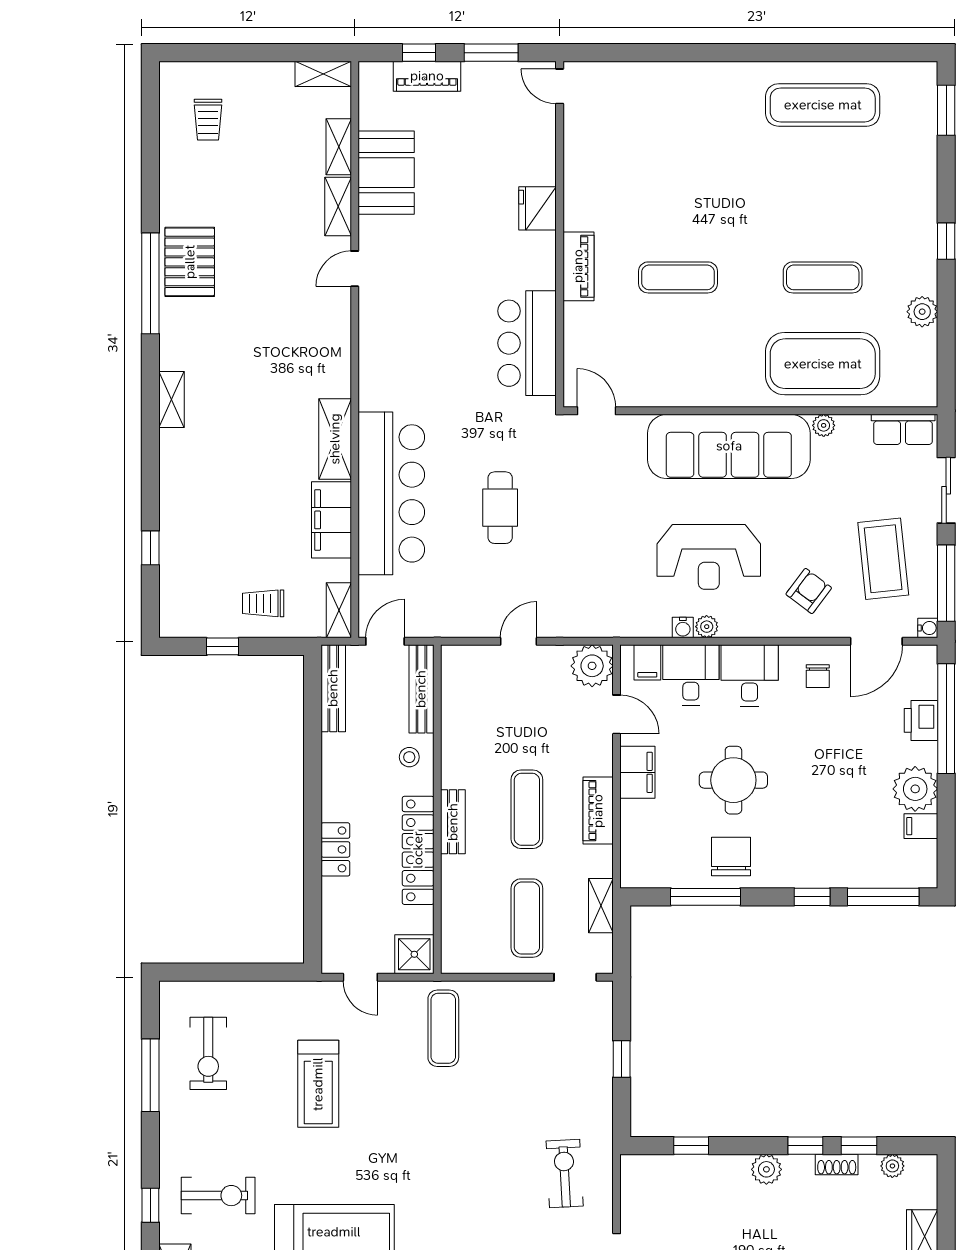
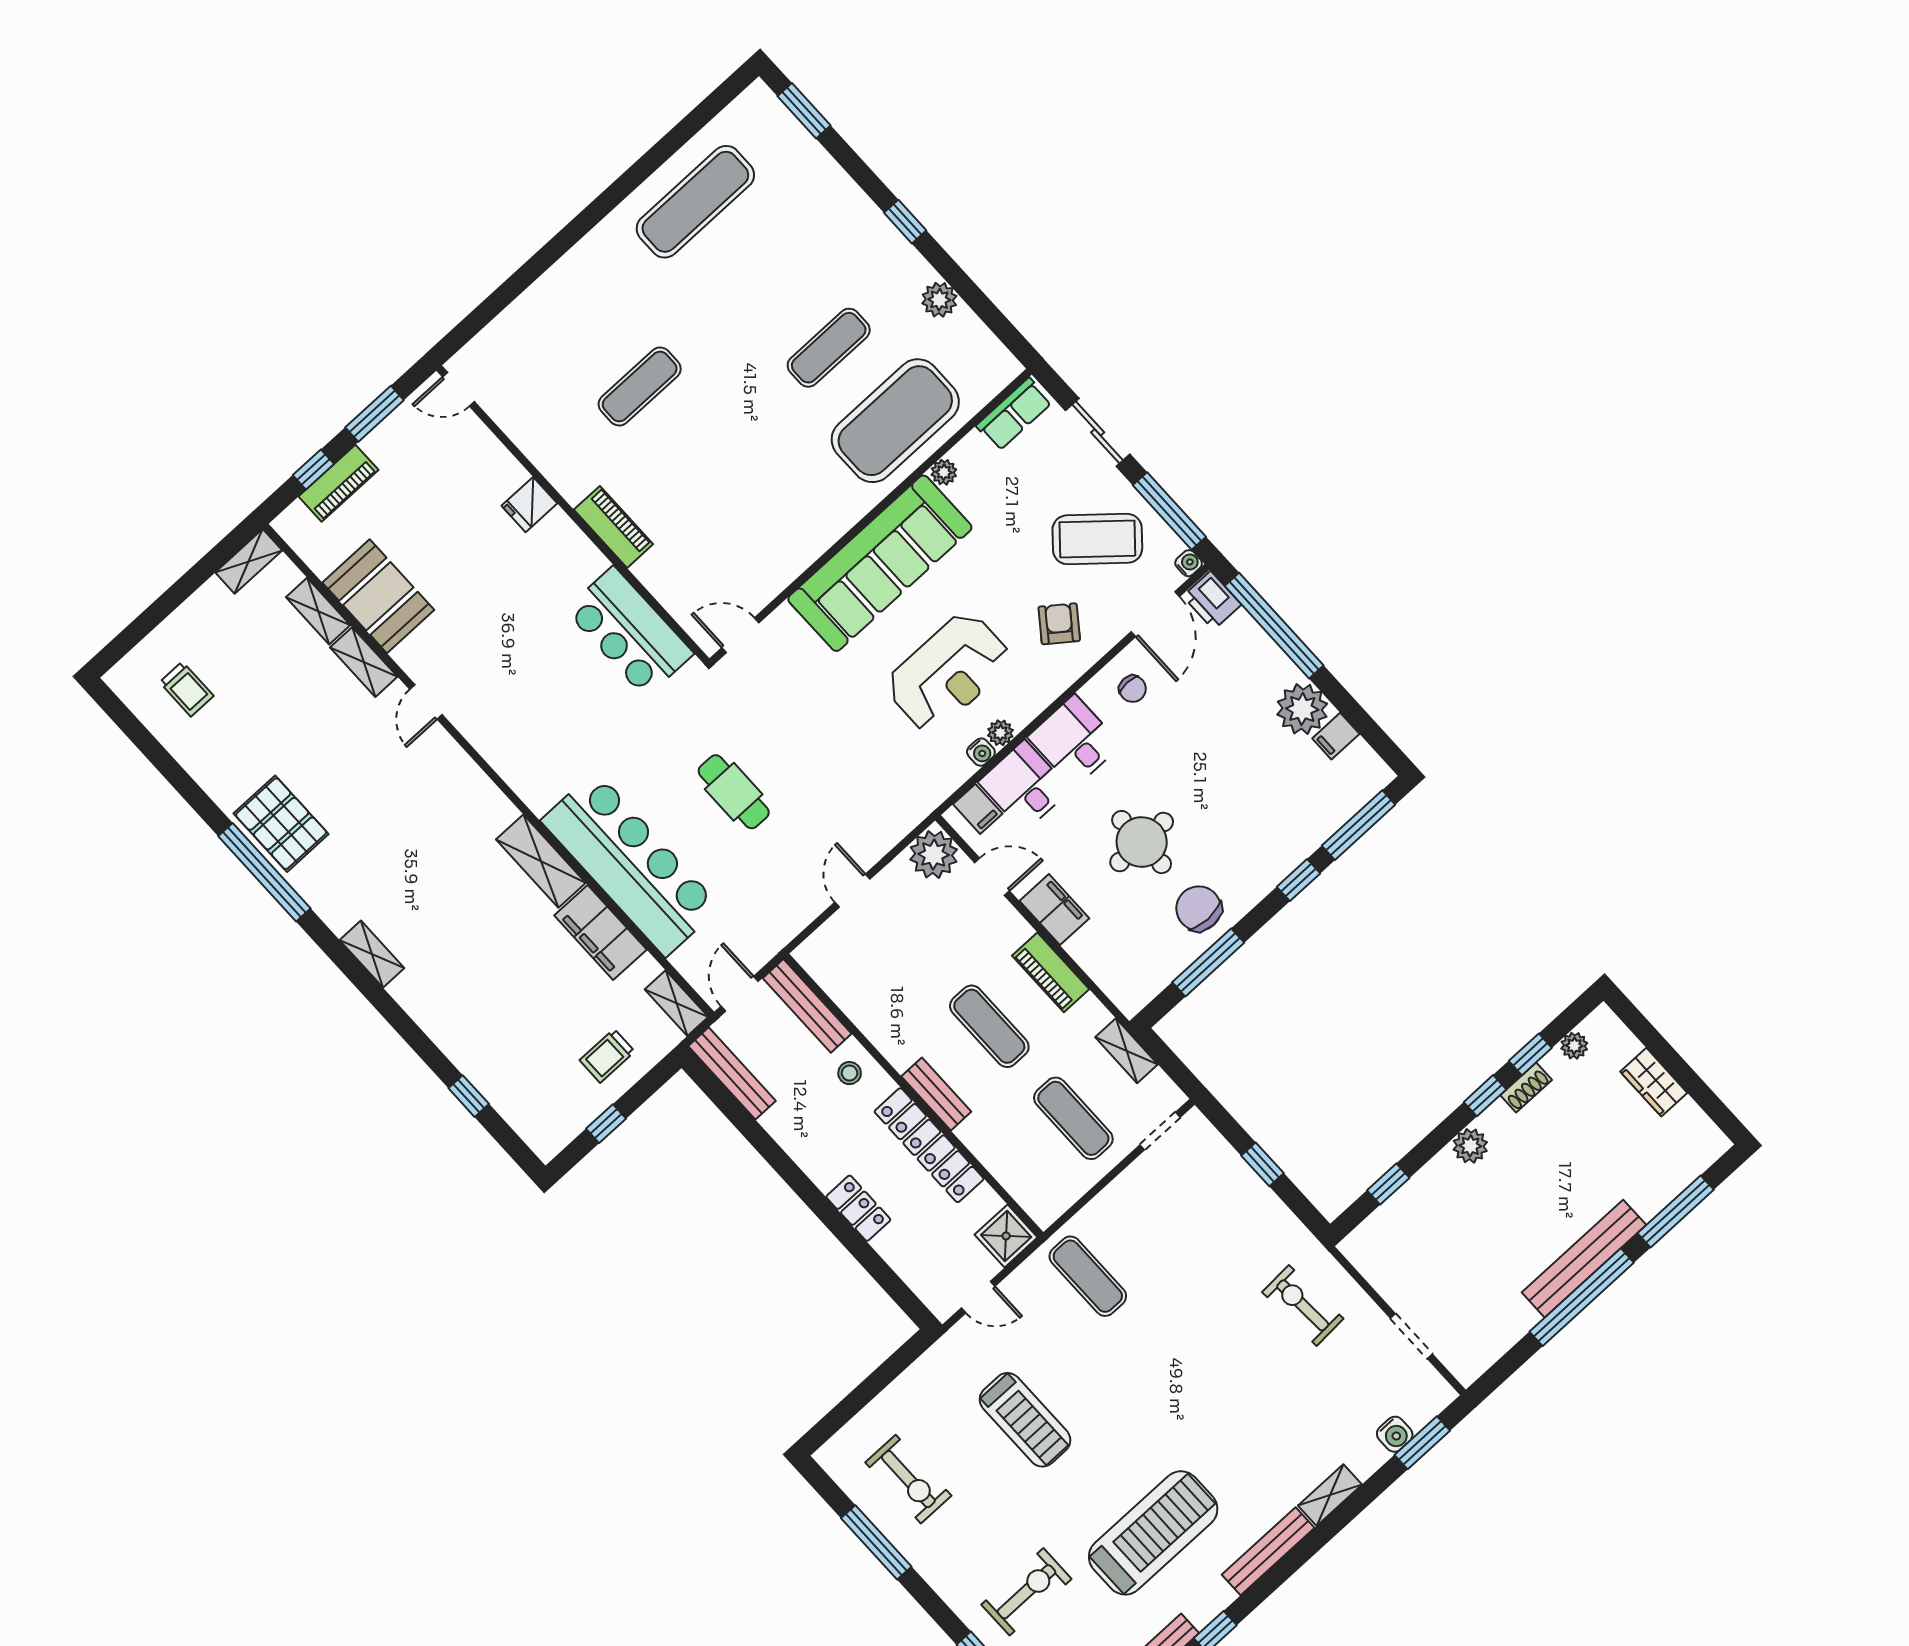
fridge: (538, 208) -> (529, 505), width x0.72
exercise mat: (678, 277) -> (640, 386), moved
coffee table: (883, 559) -> (1097, 539), turned -43
printer: (921, 720) -> (1212, 600), moved

